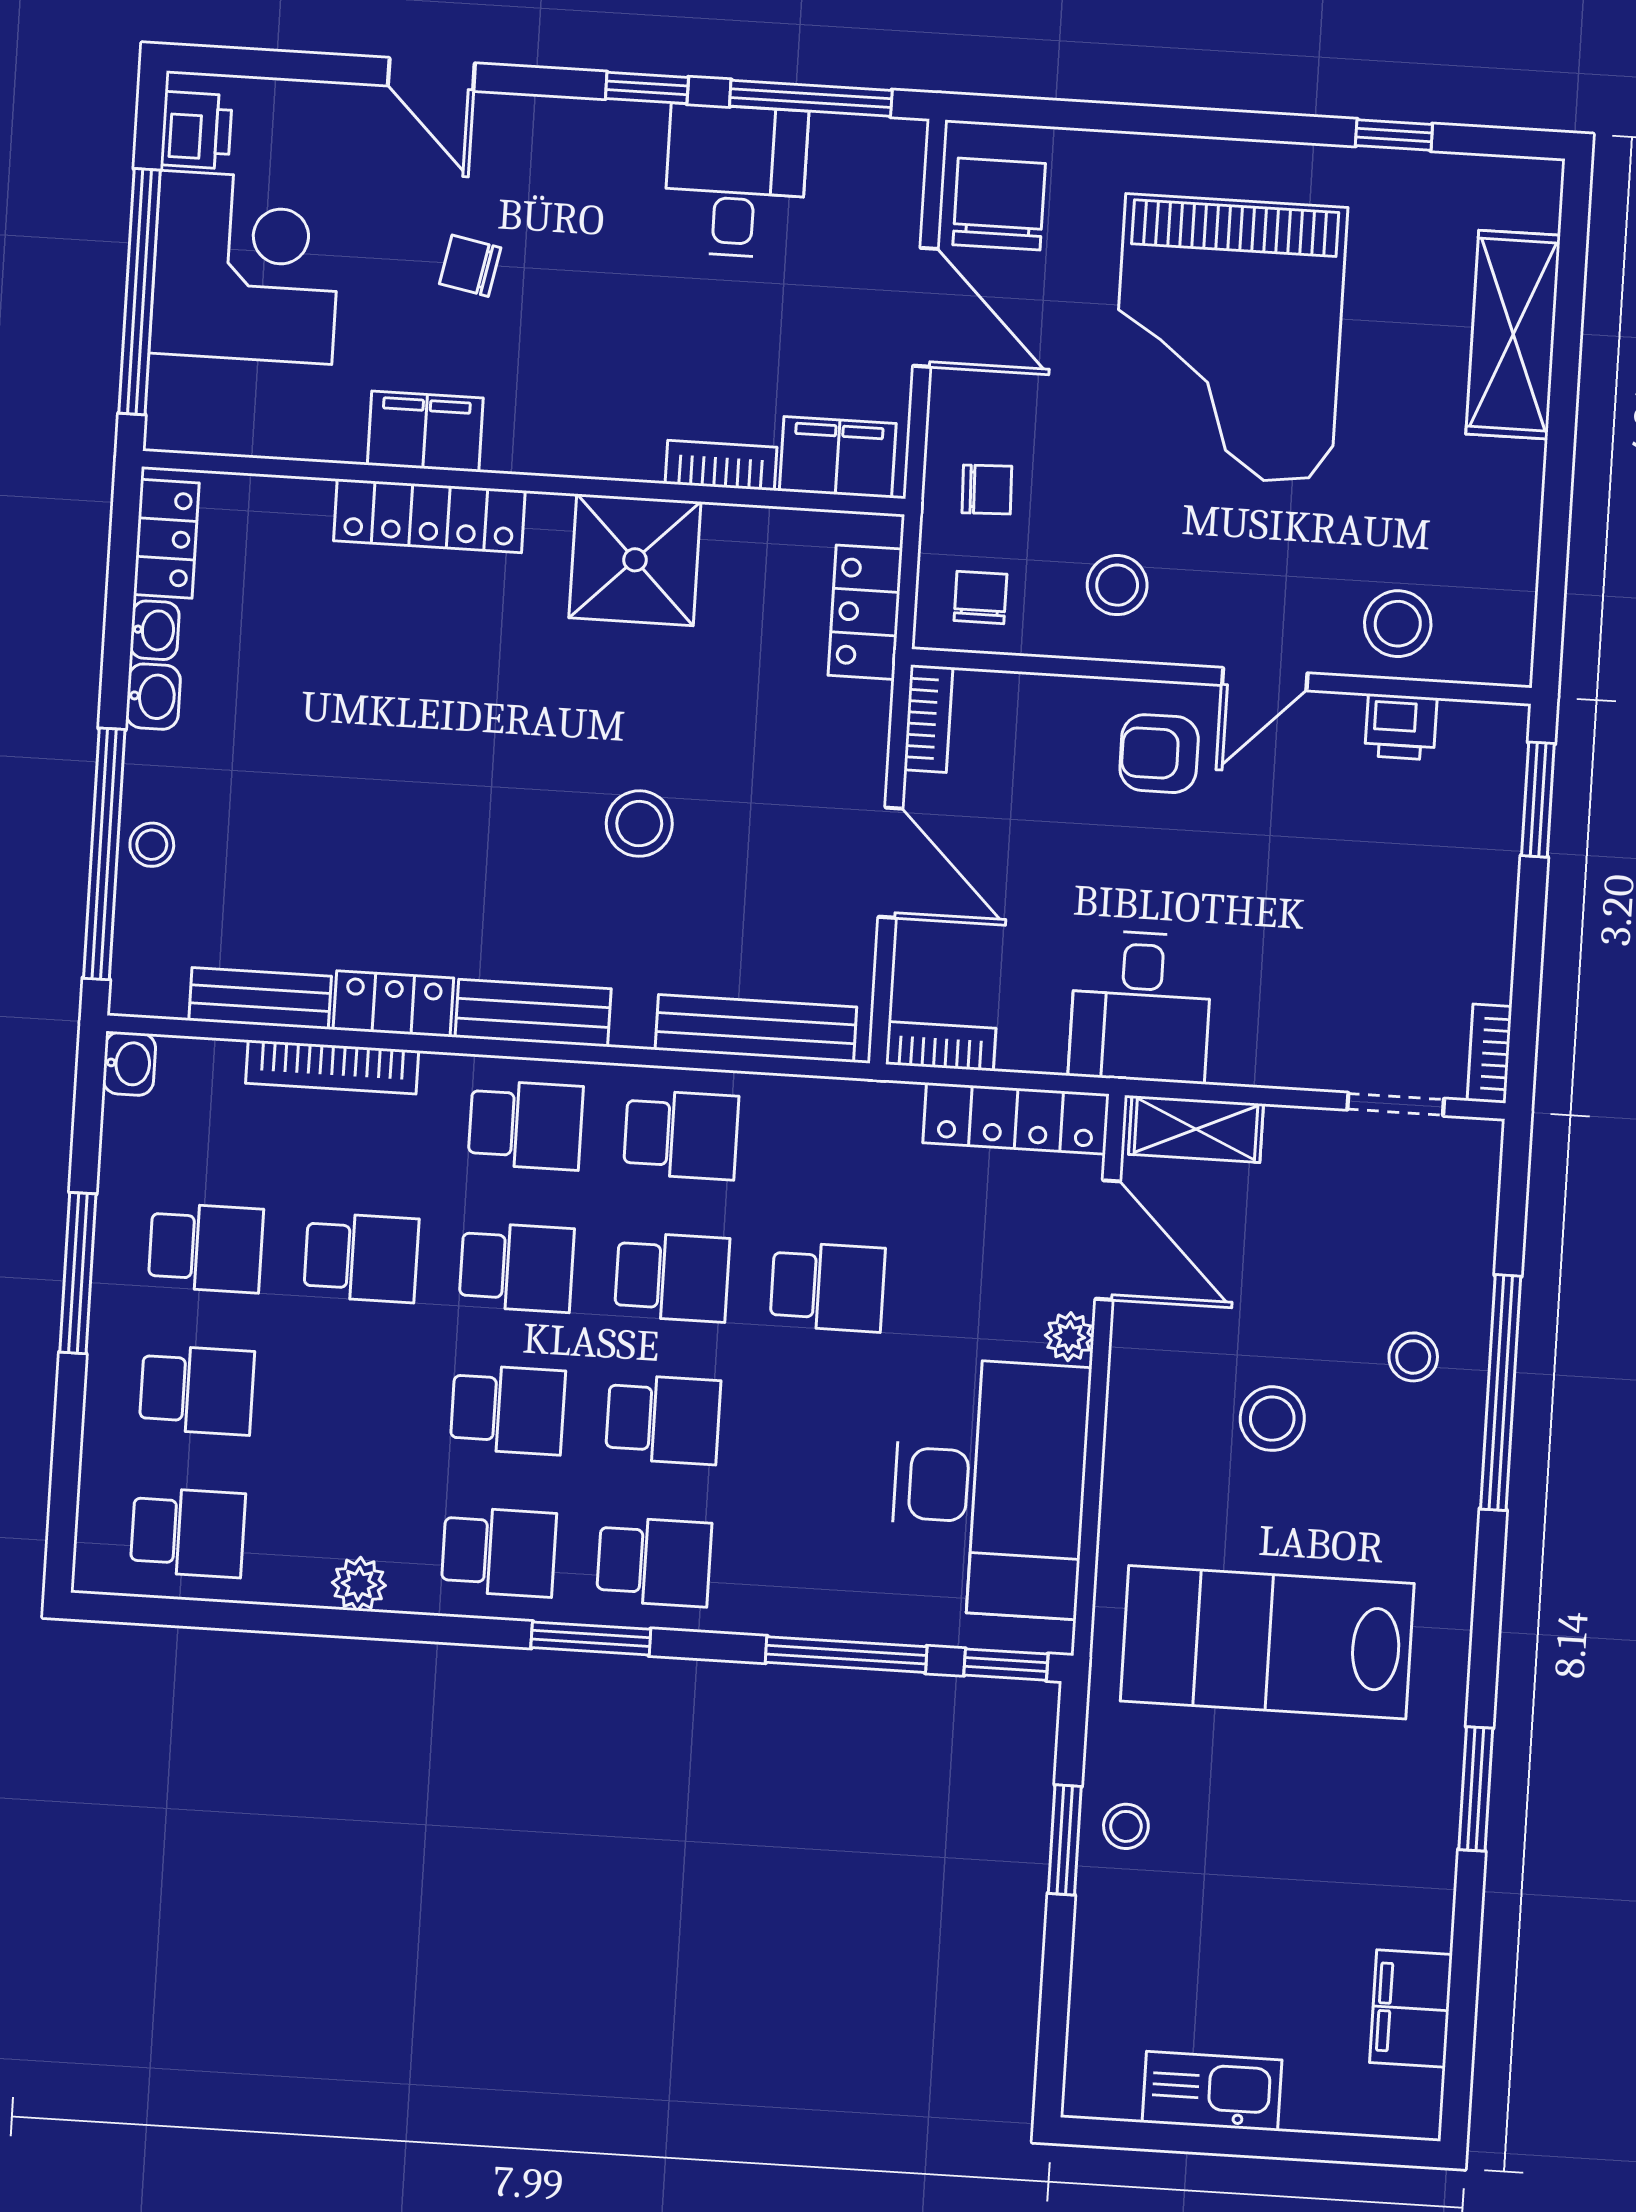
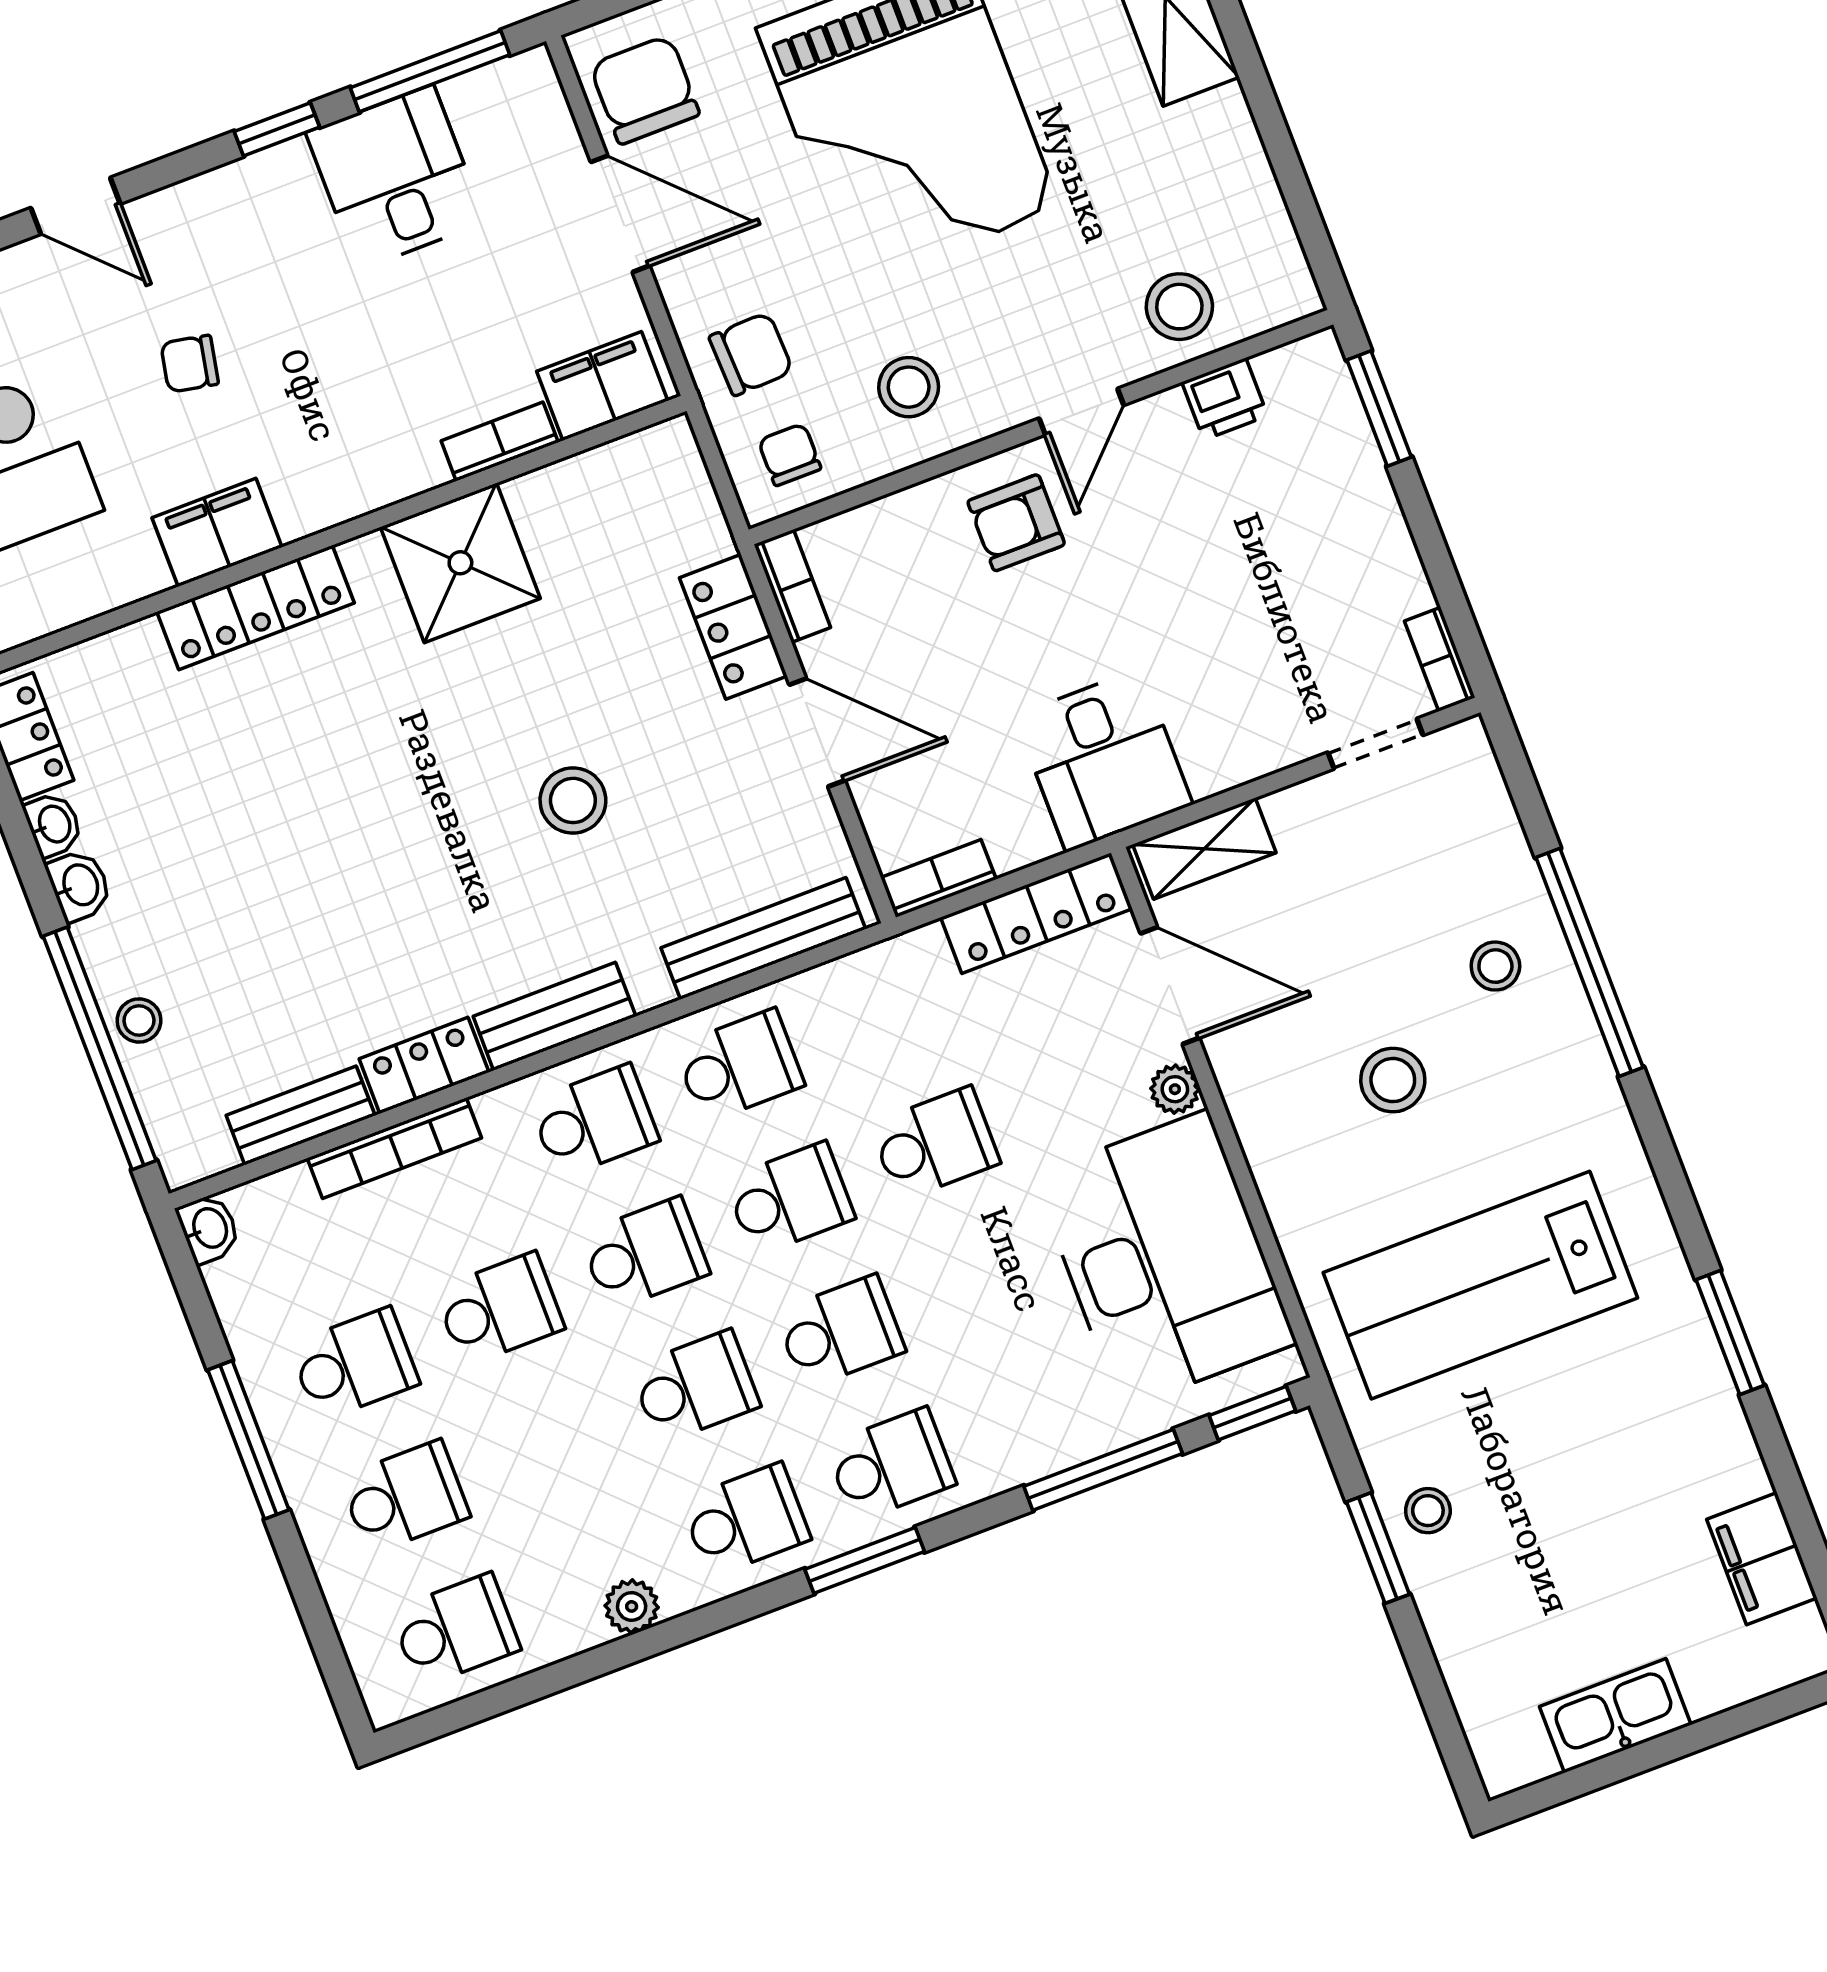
chair: (987, 490) -> (751, 354), width x1.37, depth x1.37
locker: (865, 612) -> (733, 627), moved

